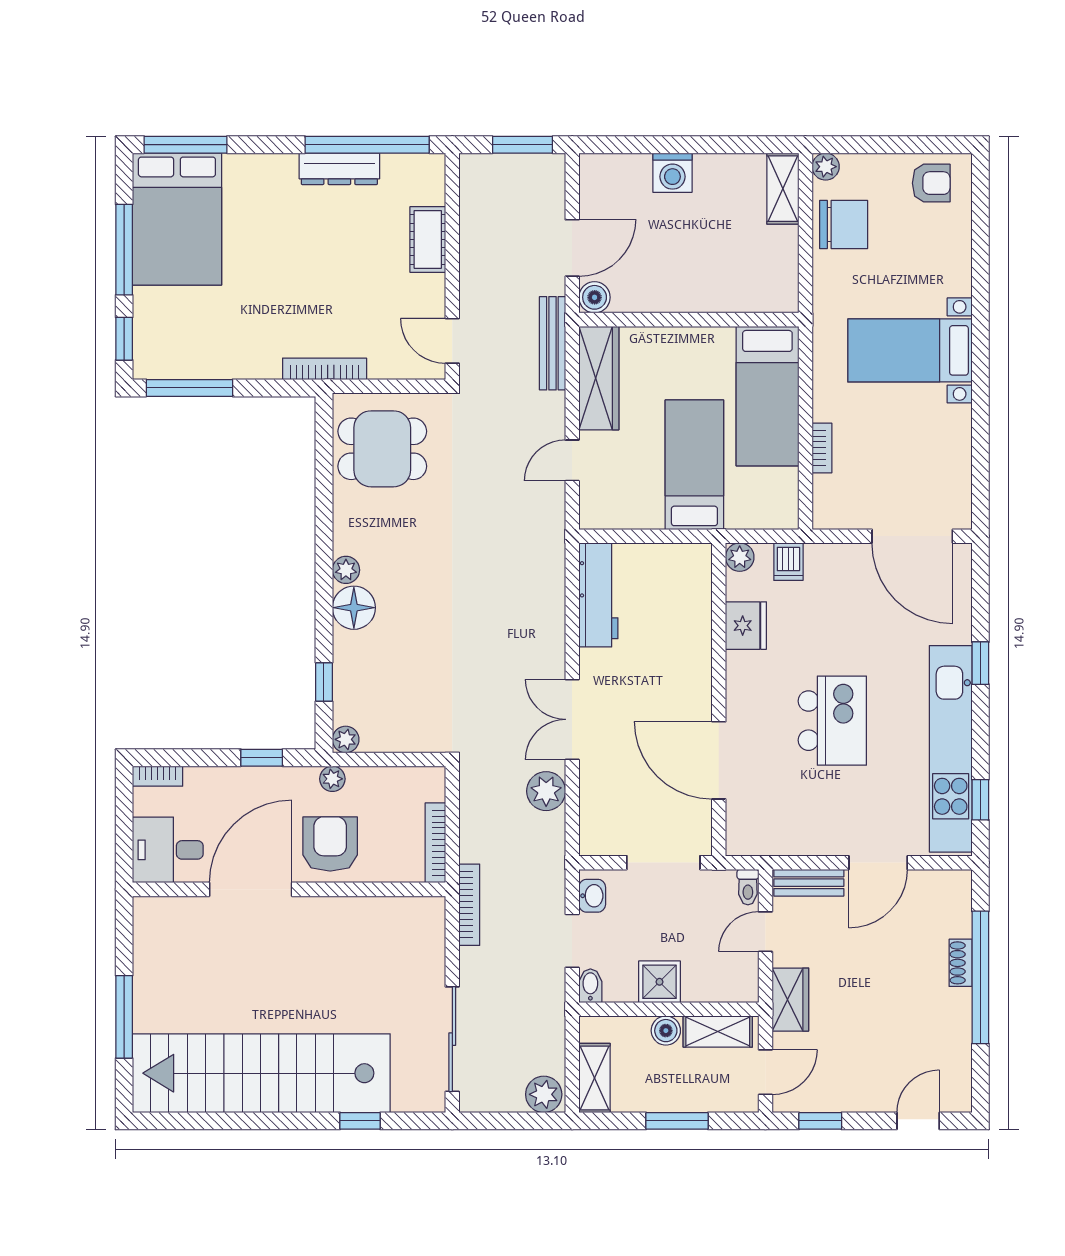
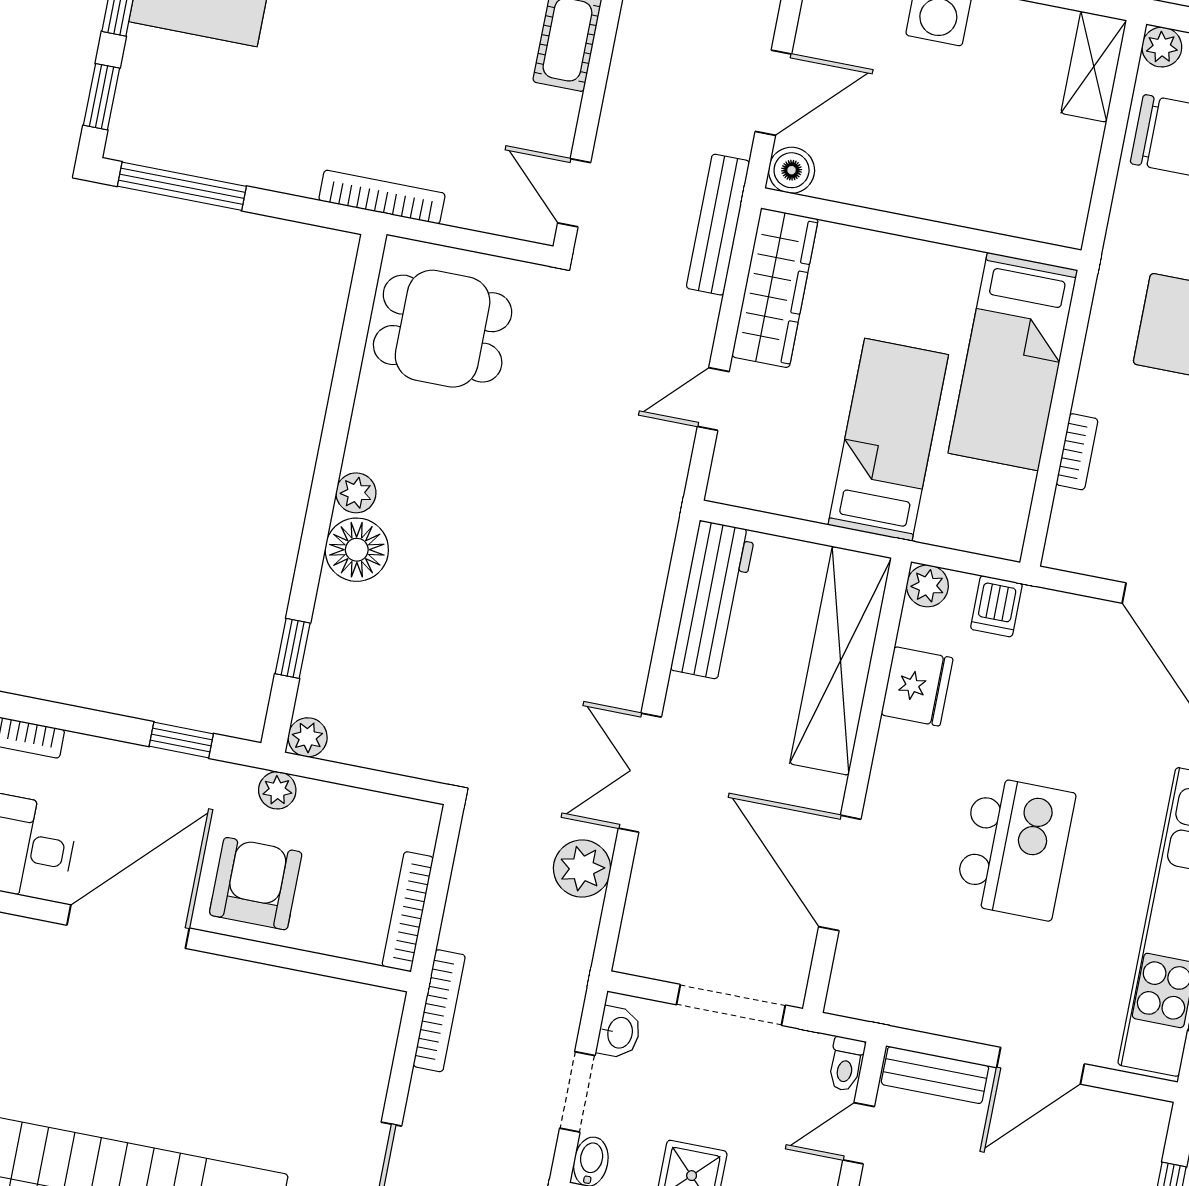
shelving: (692, 618) -> (841, 661), added

